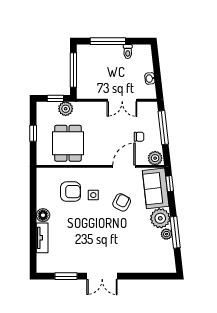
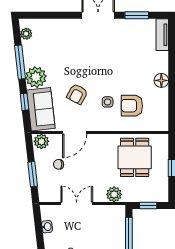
plant: (66, 109) -> (114, 194), moved
window: (163, 128) -> (33, 174), width x0.69
window: (170, 184) -> (24, 102), moved
plant: (167, 234) -> (26, 34), moved
tv unit: (42, 238) -> (162, 35), moved

